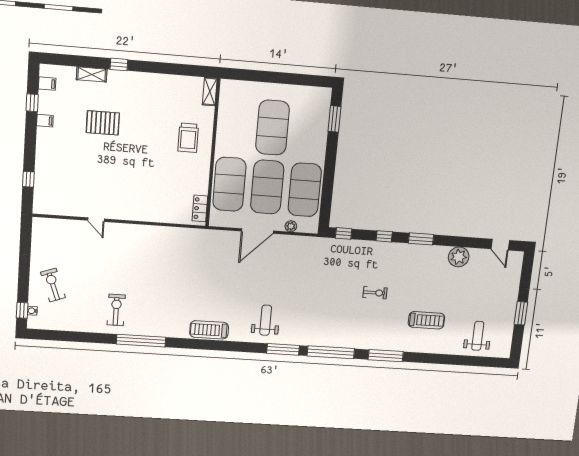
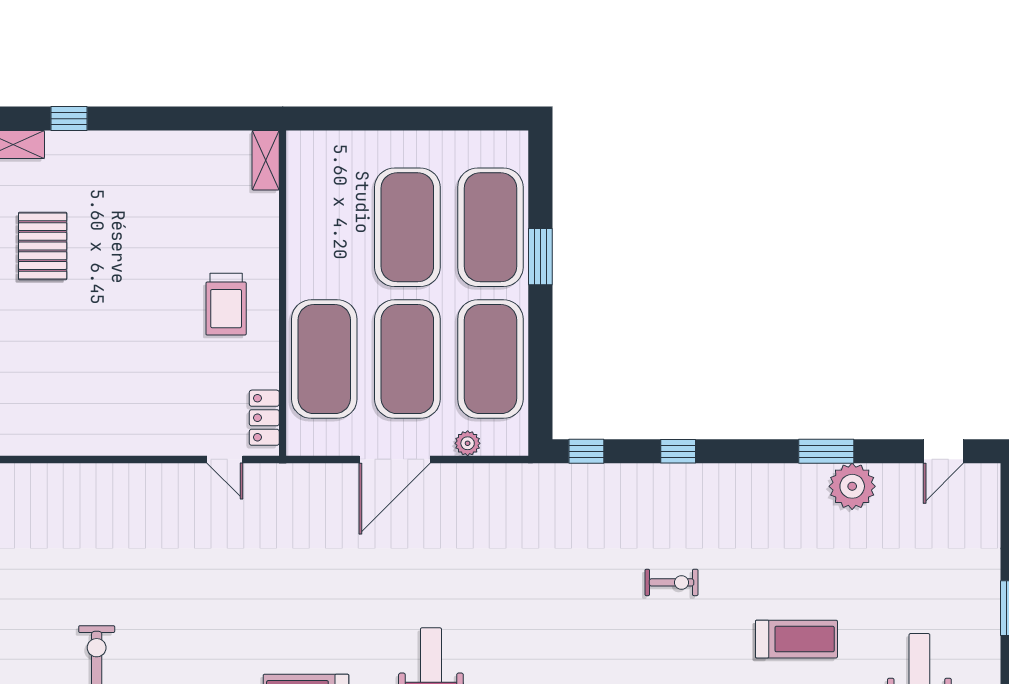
window: (334, 119) -> (540, 257), moved
pallet: (103, 123) -> (43, 246), turned 90
exercise mat: (310, 131) -> (490, 227), added
trolley: (188, 138) -> (226, 304), moved
door: (96, 220) -> (225, 459), moved
window: (421, 239) -> (826, 451), moved
door: (500, 245) -> (943, 451), hinge flipped

